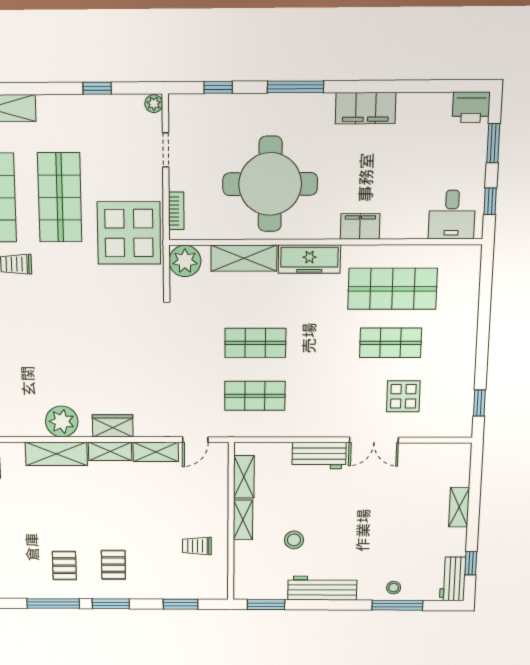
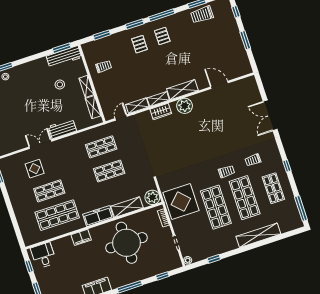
workbench: (322, 588) -> (64, 57), moved

